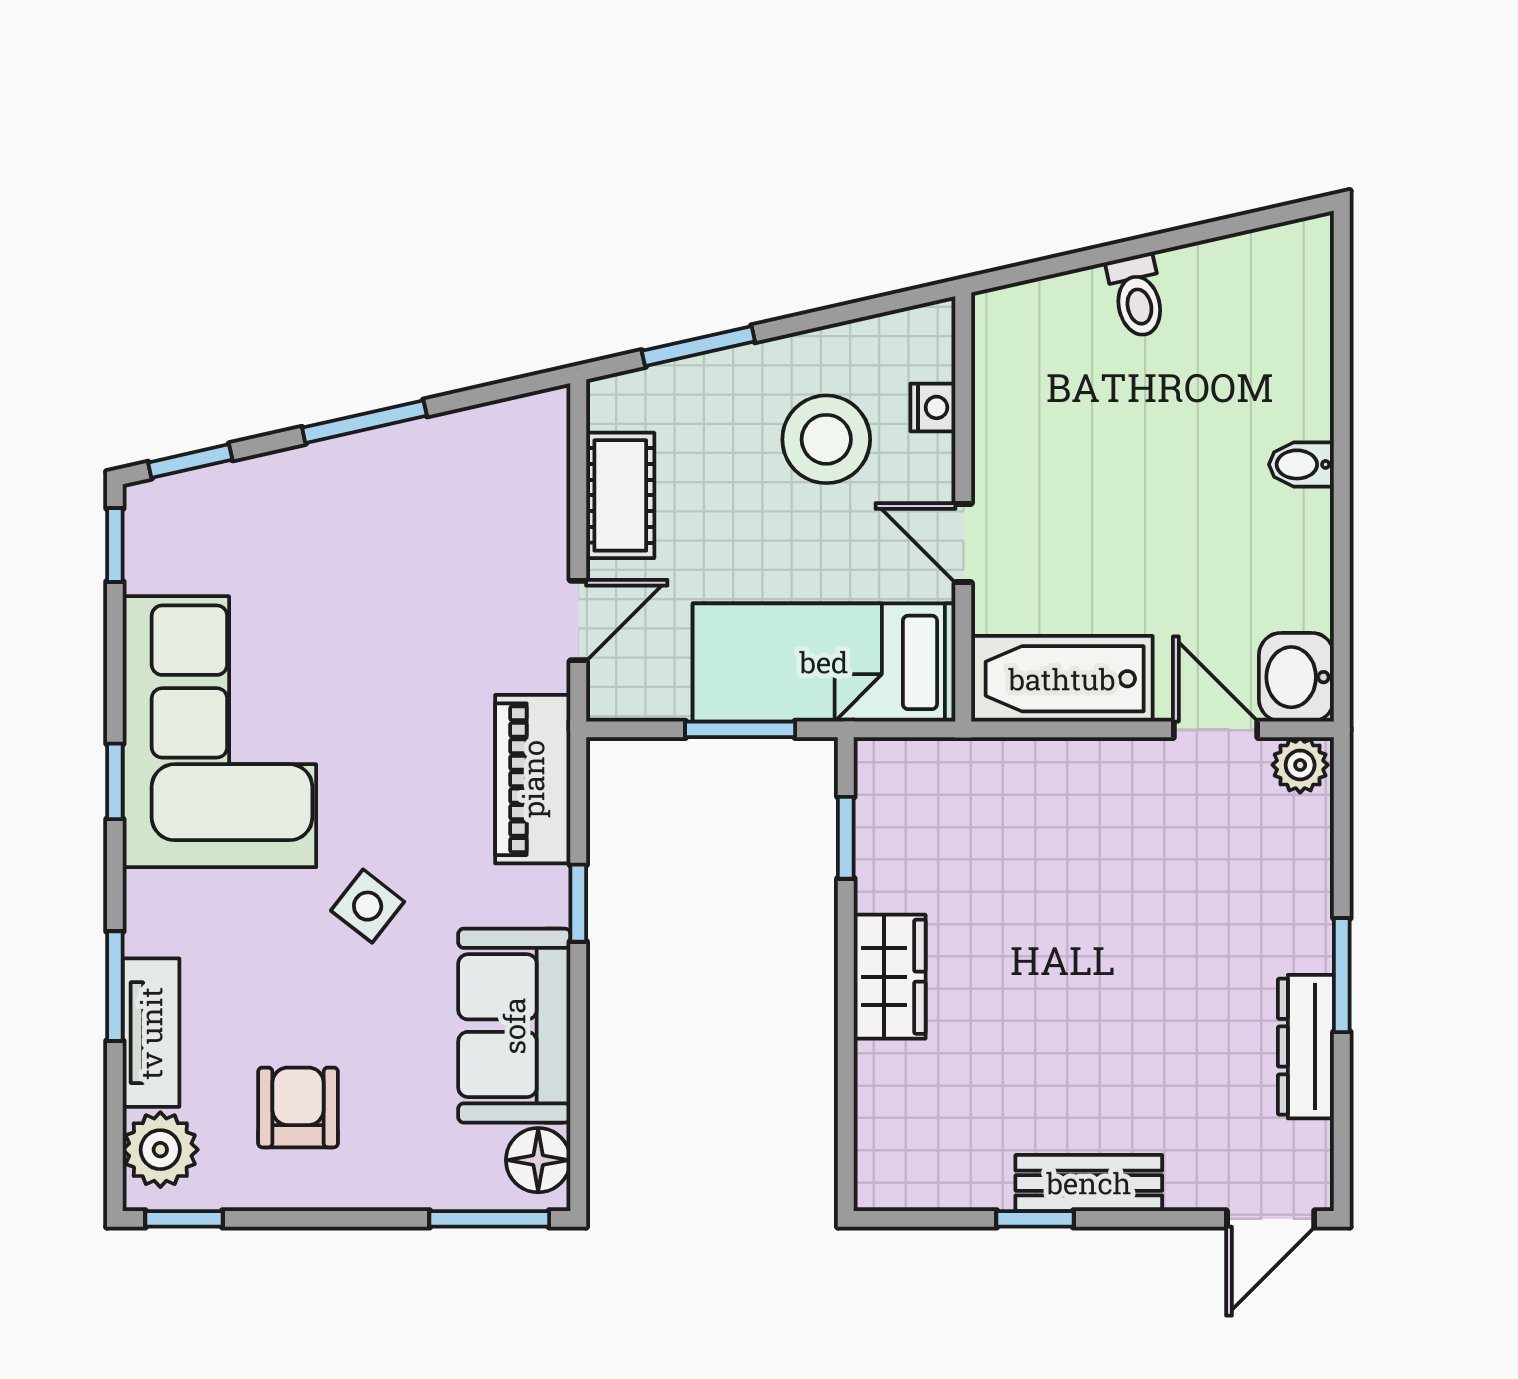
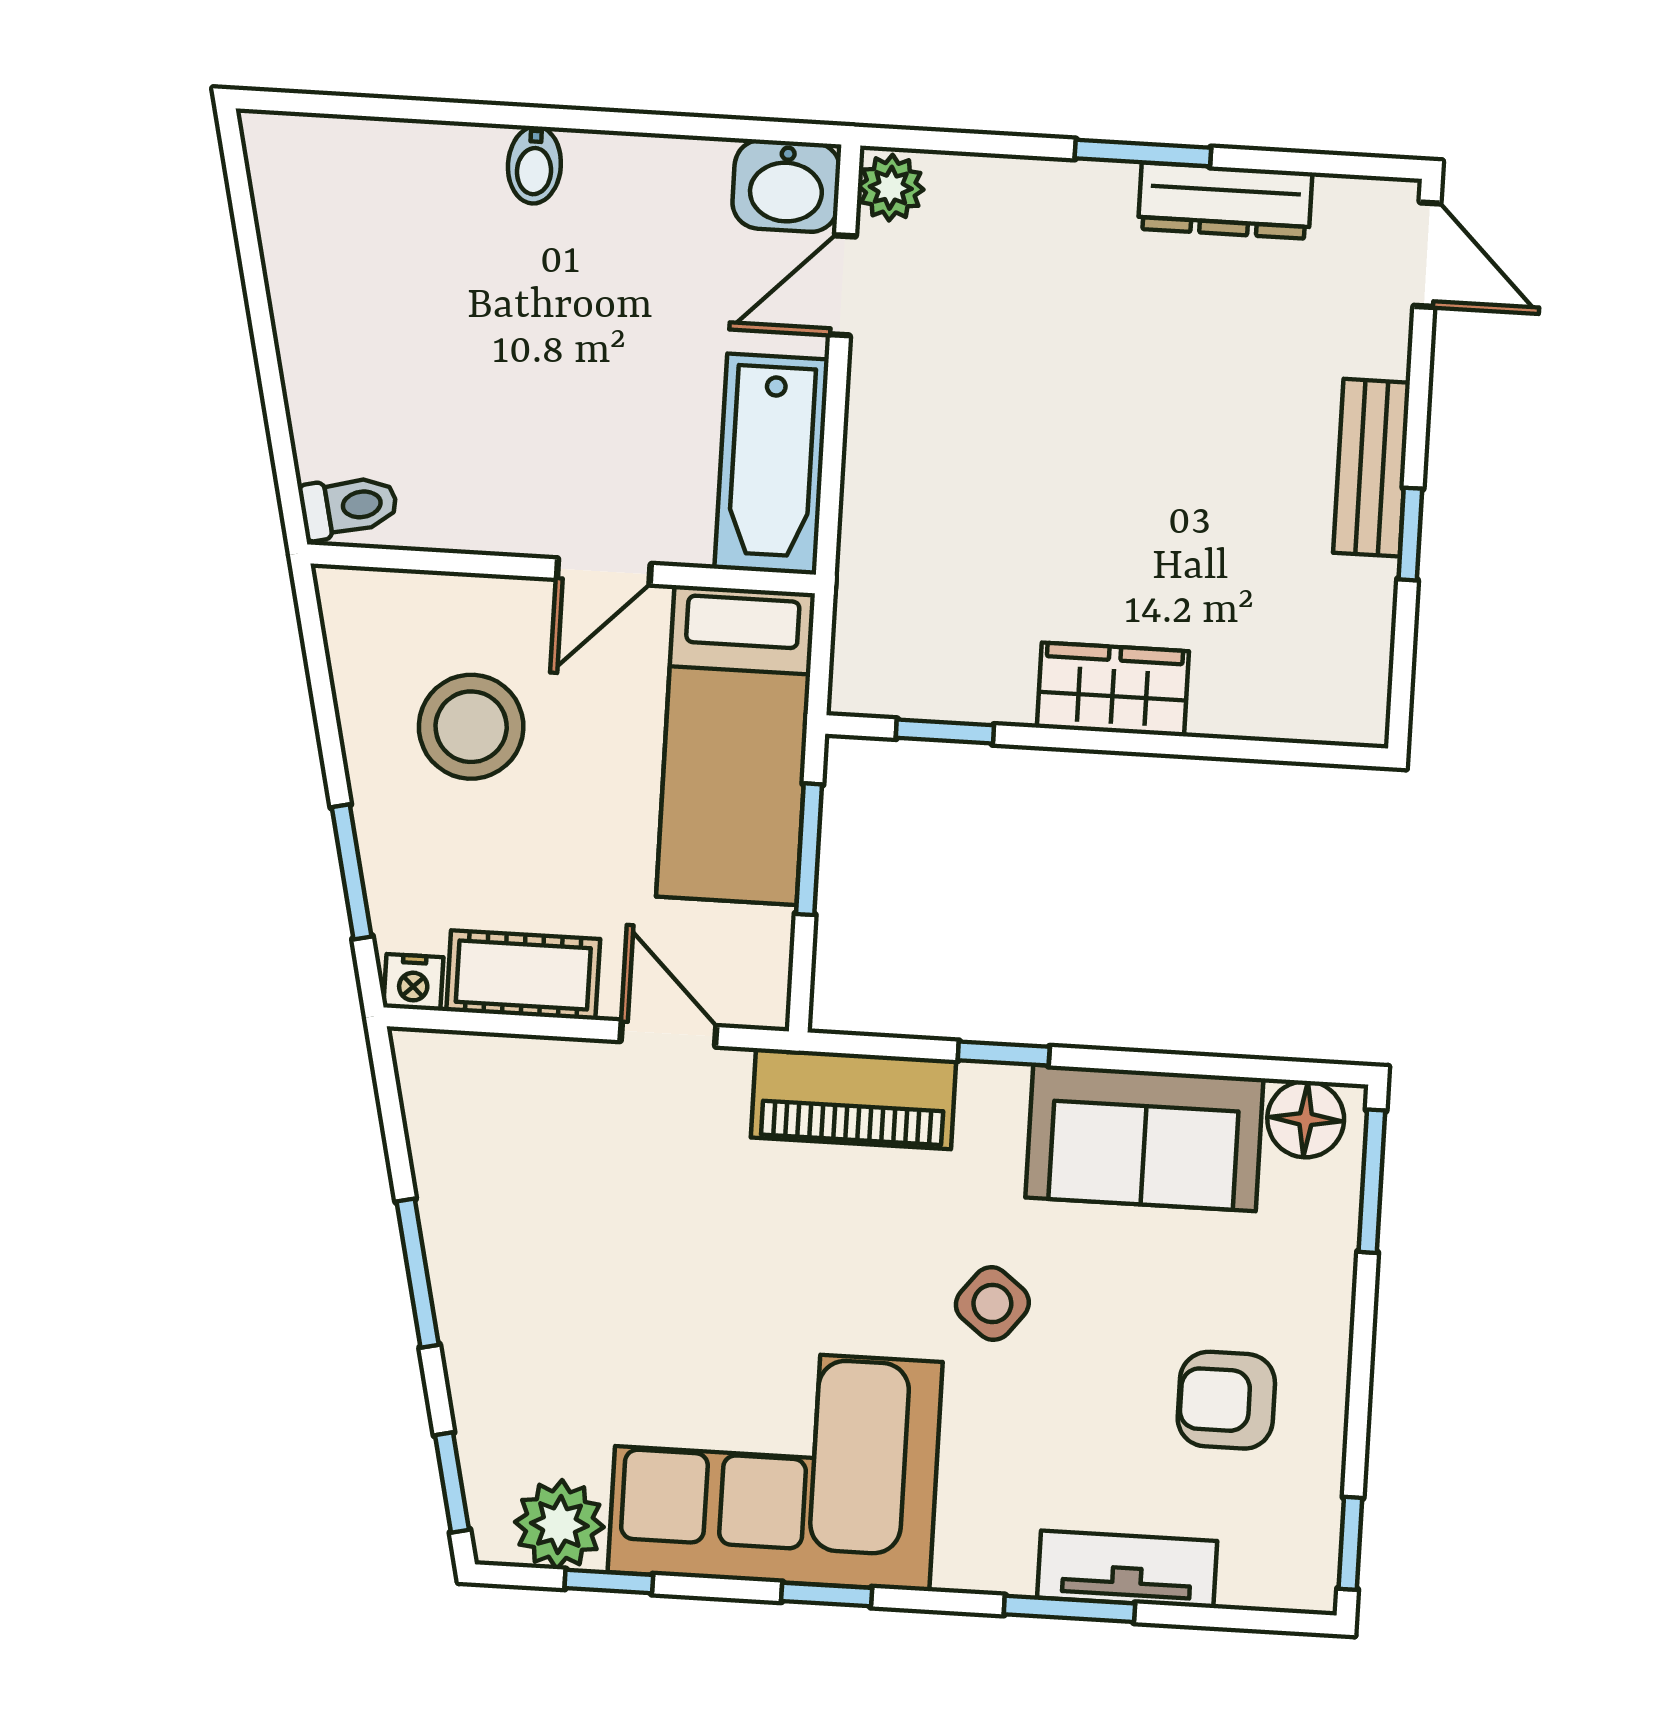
toilet: (1137, 296) -> (349, 507), moved
nightstand: (933, 407) -> (413, 982), moved, turned 180
window: (115, 545) -> (609, 1582), moved
plant: (160, 1150) -> (559, 1525), moved

